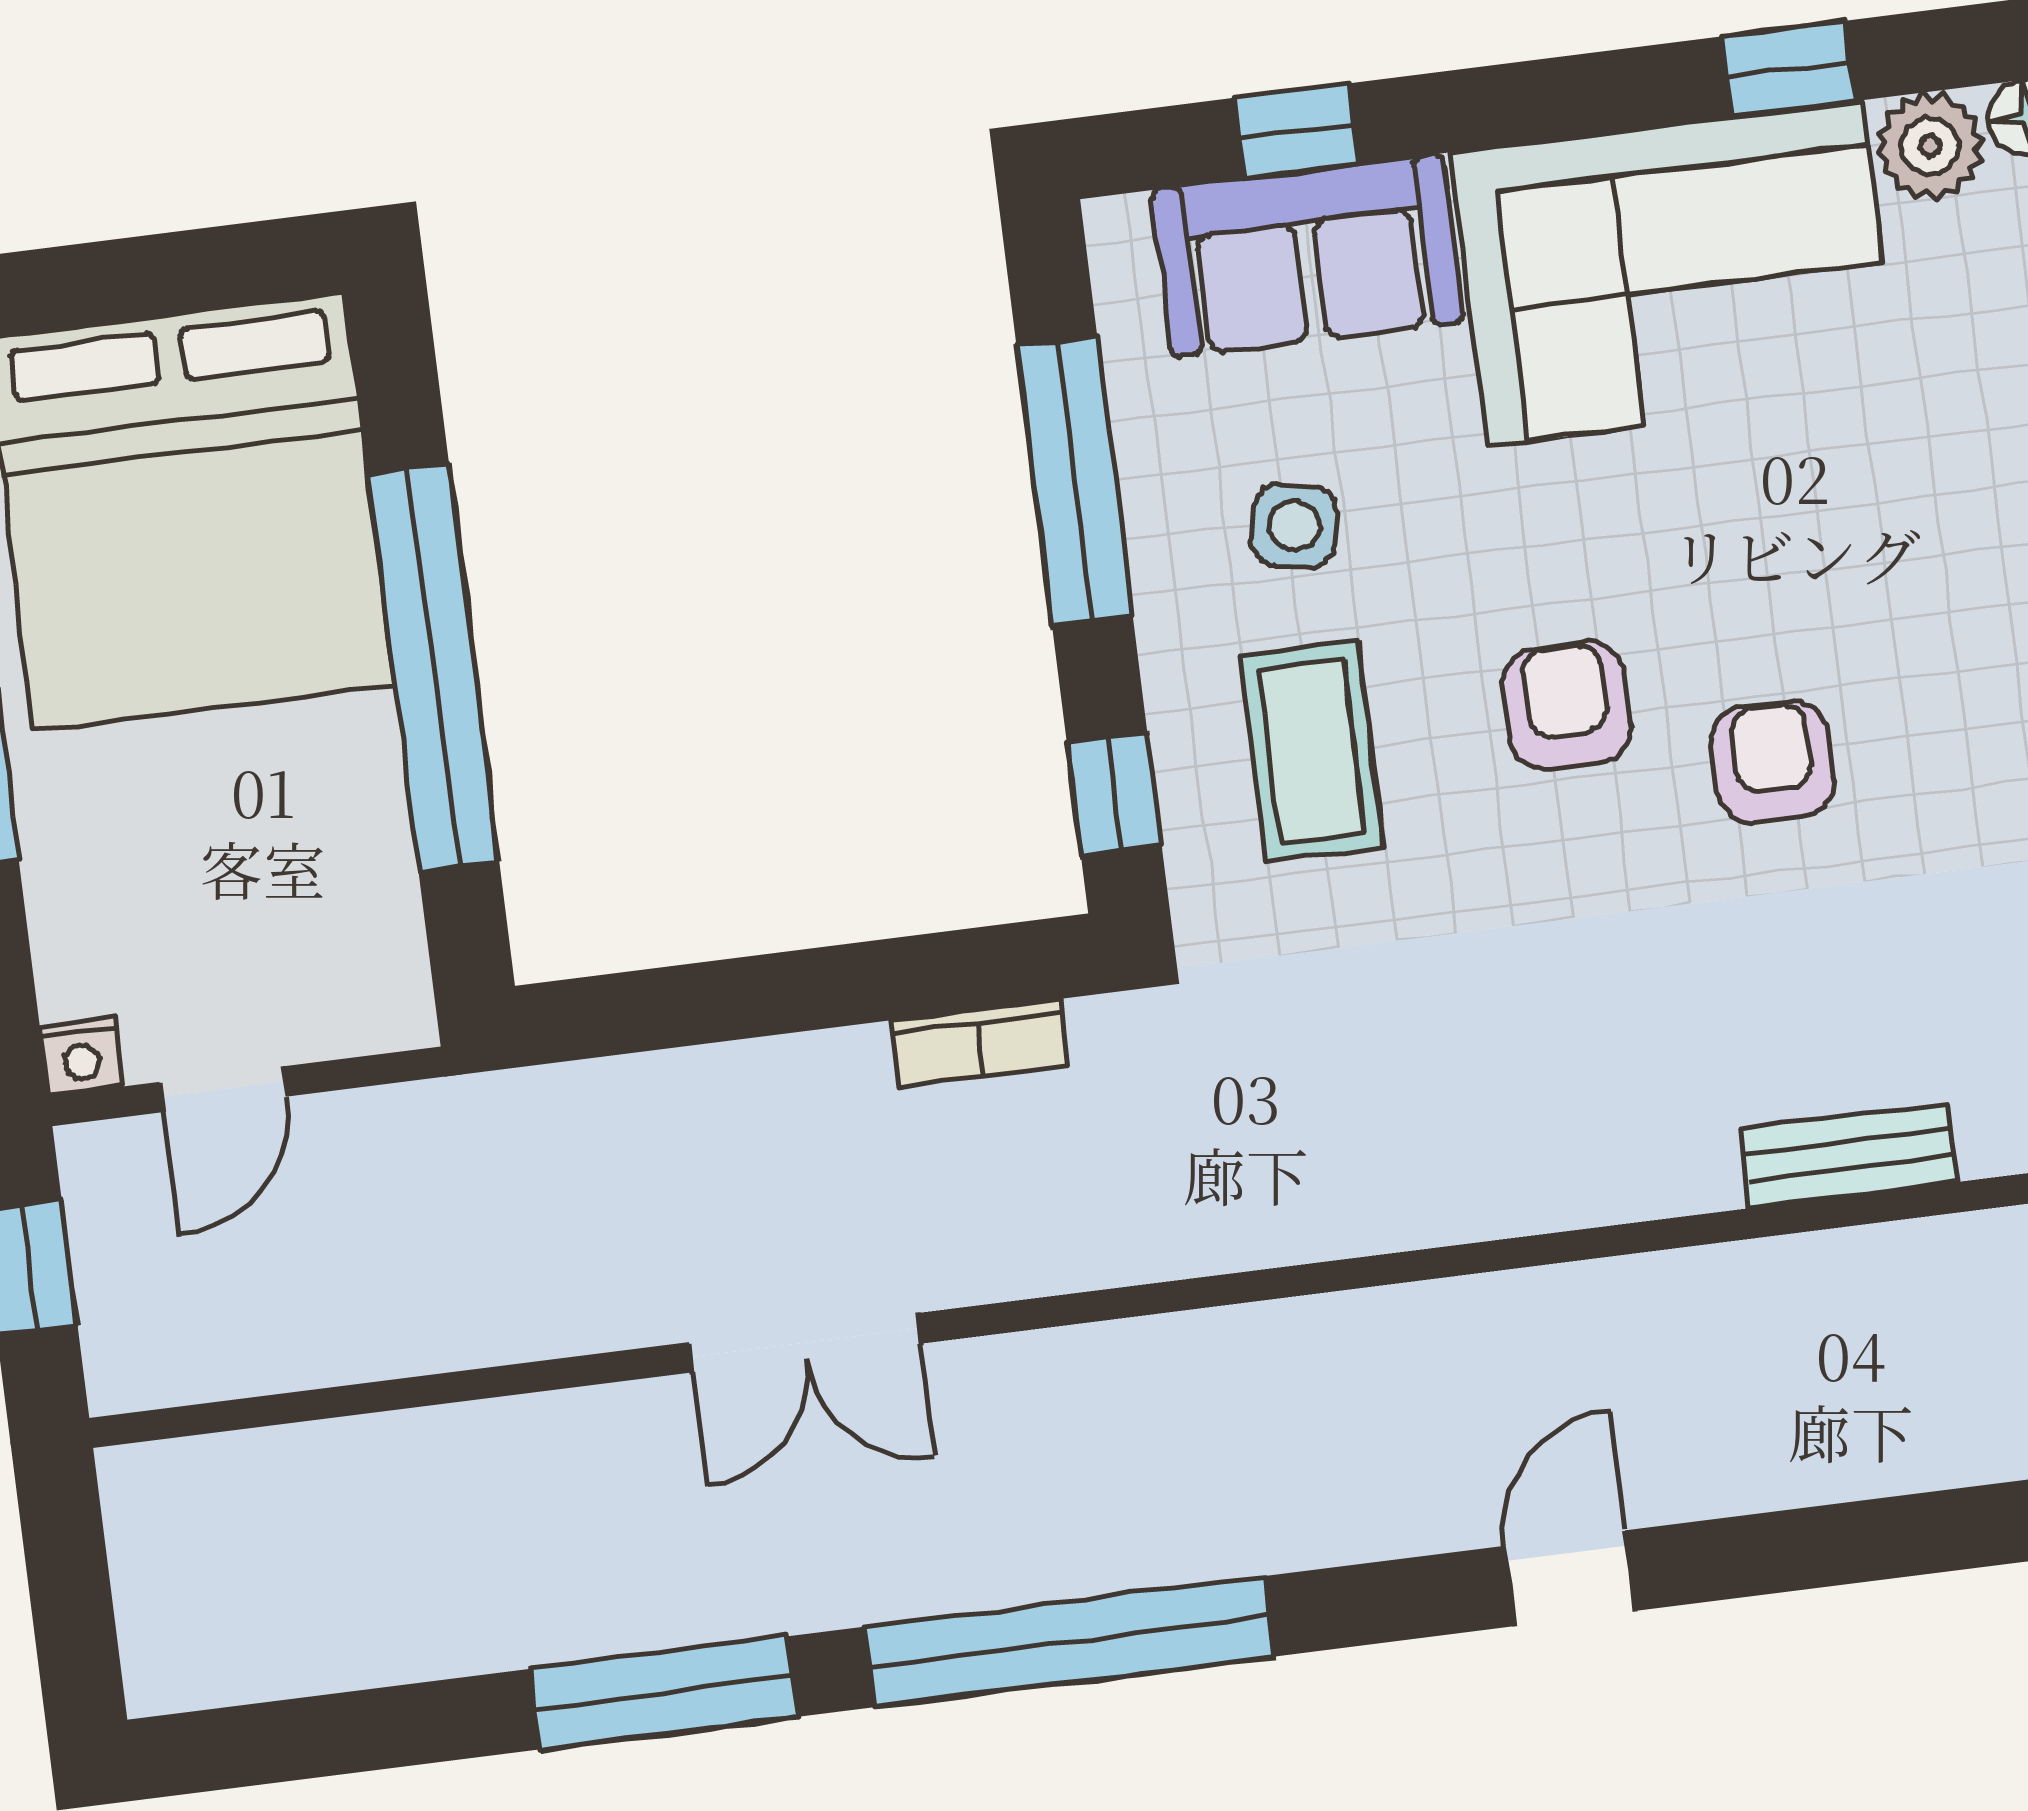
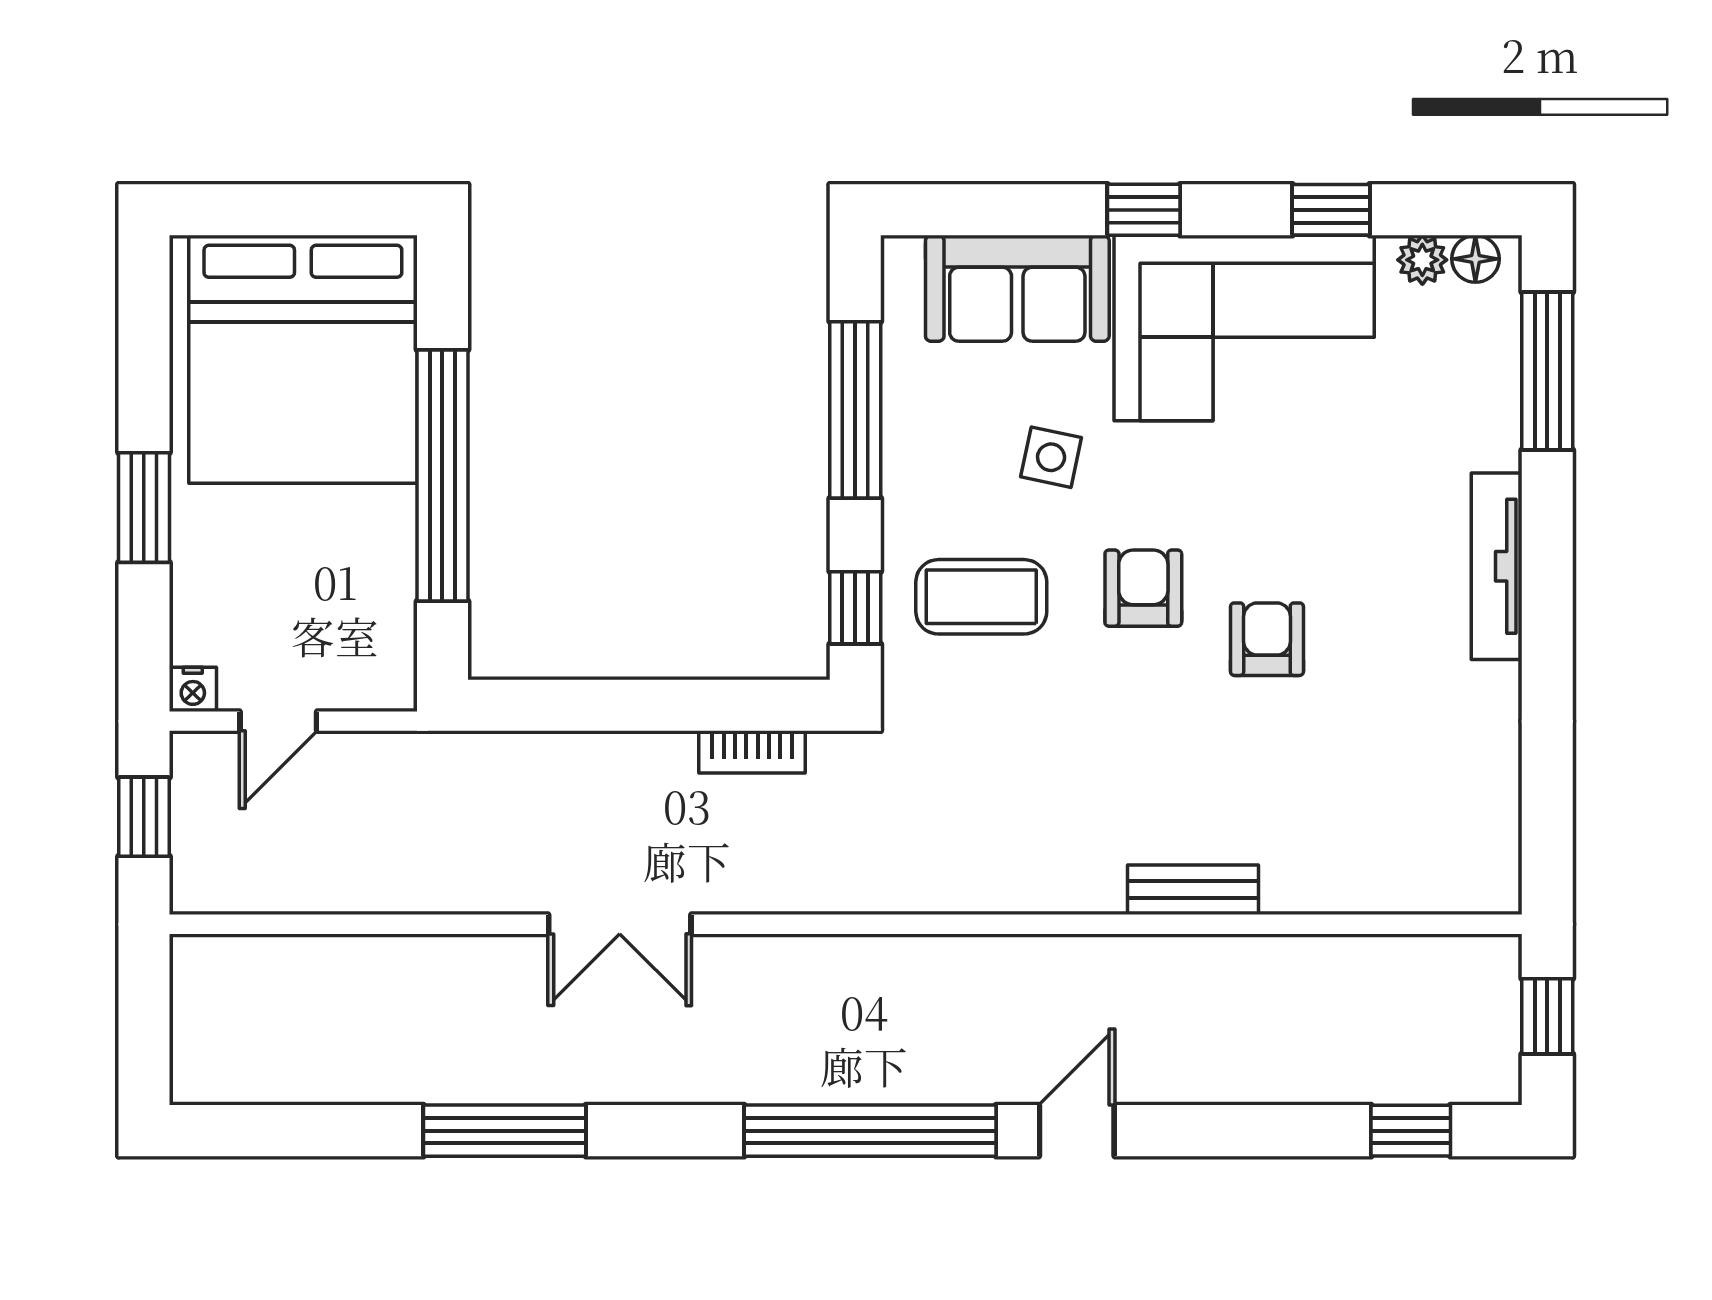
window: (1296, 131) -> (1144, 210), moved
plant: (1930, 146) -> (1422, 260), width x0.73, depth x0.73
side table: (1294, 526) -> (1051, 457), moved
coffee table: (1312, 752) -> (981, 597), turned 90
bench: (1848, 1155) -> (1193, 890), moved
window: (1069, 1642) -> (870, 1131), moved

